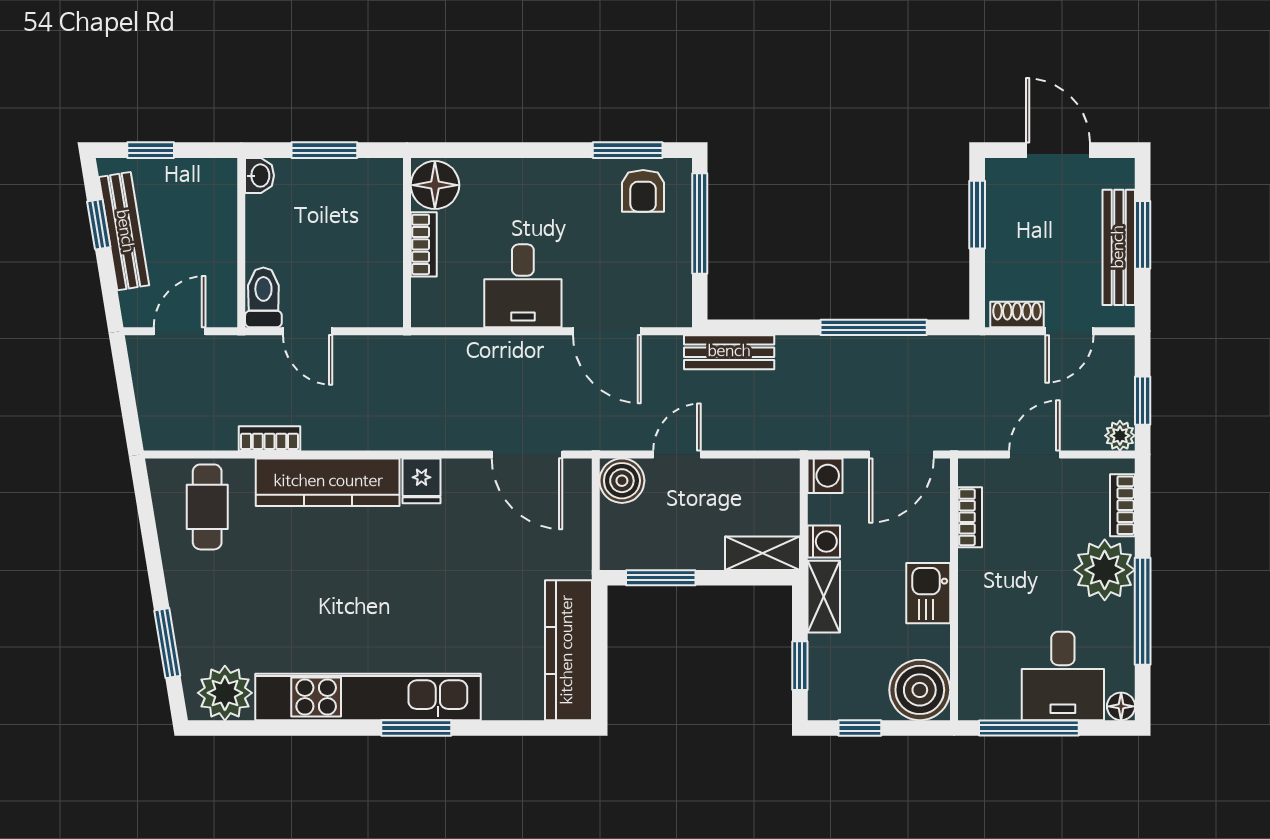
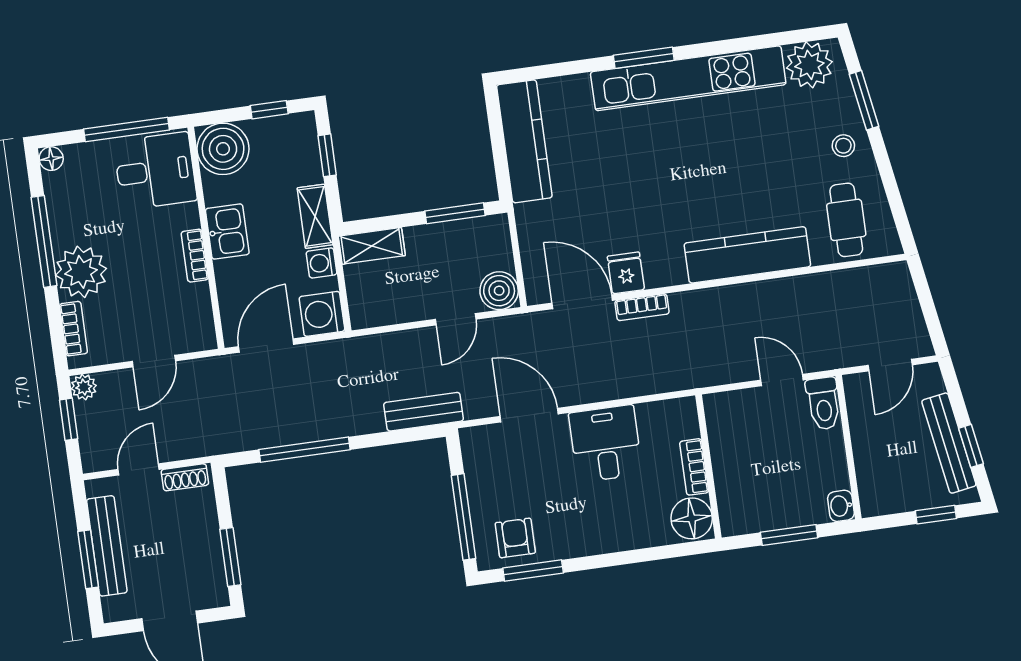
bookcase: (269, 438) -> (642, 307), moved
washing machine: (825, 476) -> (322, 314), width x1.38, depth x1.38
fridge: (421, 481) -> (626, 273), moved
bookcase: (970, 517) -> (195, 256), moved
stool: (199, 594) -> (843, 146), added
desk: (1063, 676) -> (155, 171), moved, turned 90

